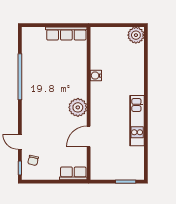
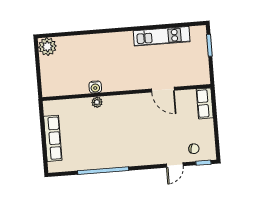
row of seats: (66, 34) -> (53, 138), moved
plant: (78, 107) -> (97, 102), moved, width x0.53, depth x0.53
kitchen unit: (137, 121) -> (162, 36), moved

